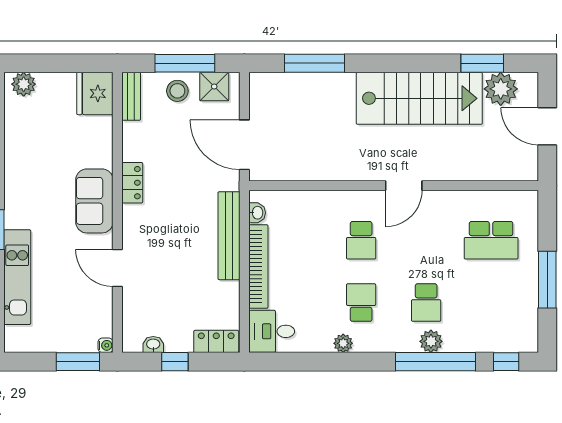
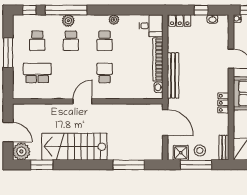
plant: (501, 89) -> (21, 152), moved
school desk: (426, 303) -> (71, 41), turned 180
school desk: (491, 303) -> (37, 41), added

